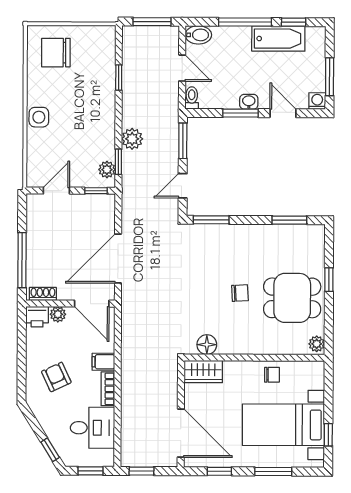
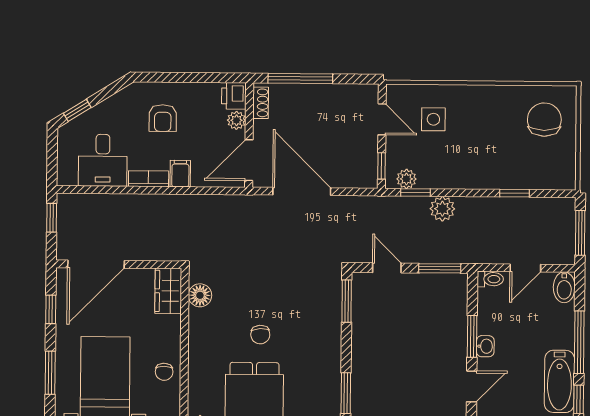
side table: (39, 117) -> (433, 119), moved
armchair: (56, 377) -> (163, 118), turned 115
window: (90, 471) -> (52, 158), removed

